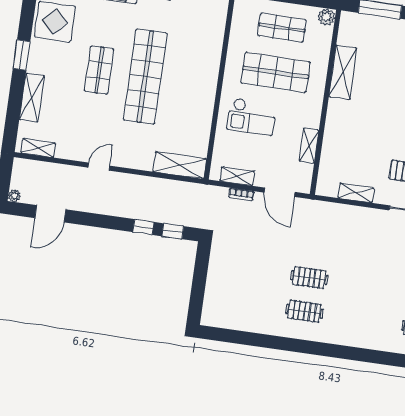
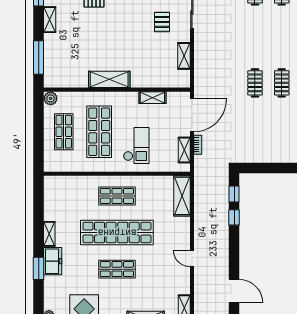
shelving: (343, 72) -> (109, 79), moved
shop shelf: (191, 83) -> (117, 196), added
door: (280, 192) -> (192, 115), width x1.36

